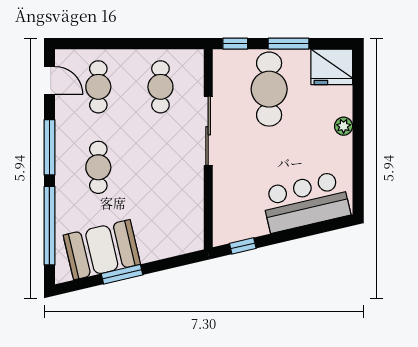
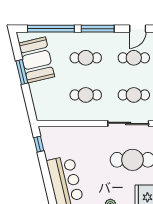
sliding door: (208, 131) -> (128, 123), moved
cafe table: (160, 167) -> (86, 95), added

